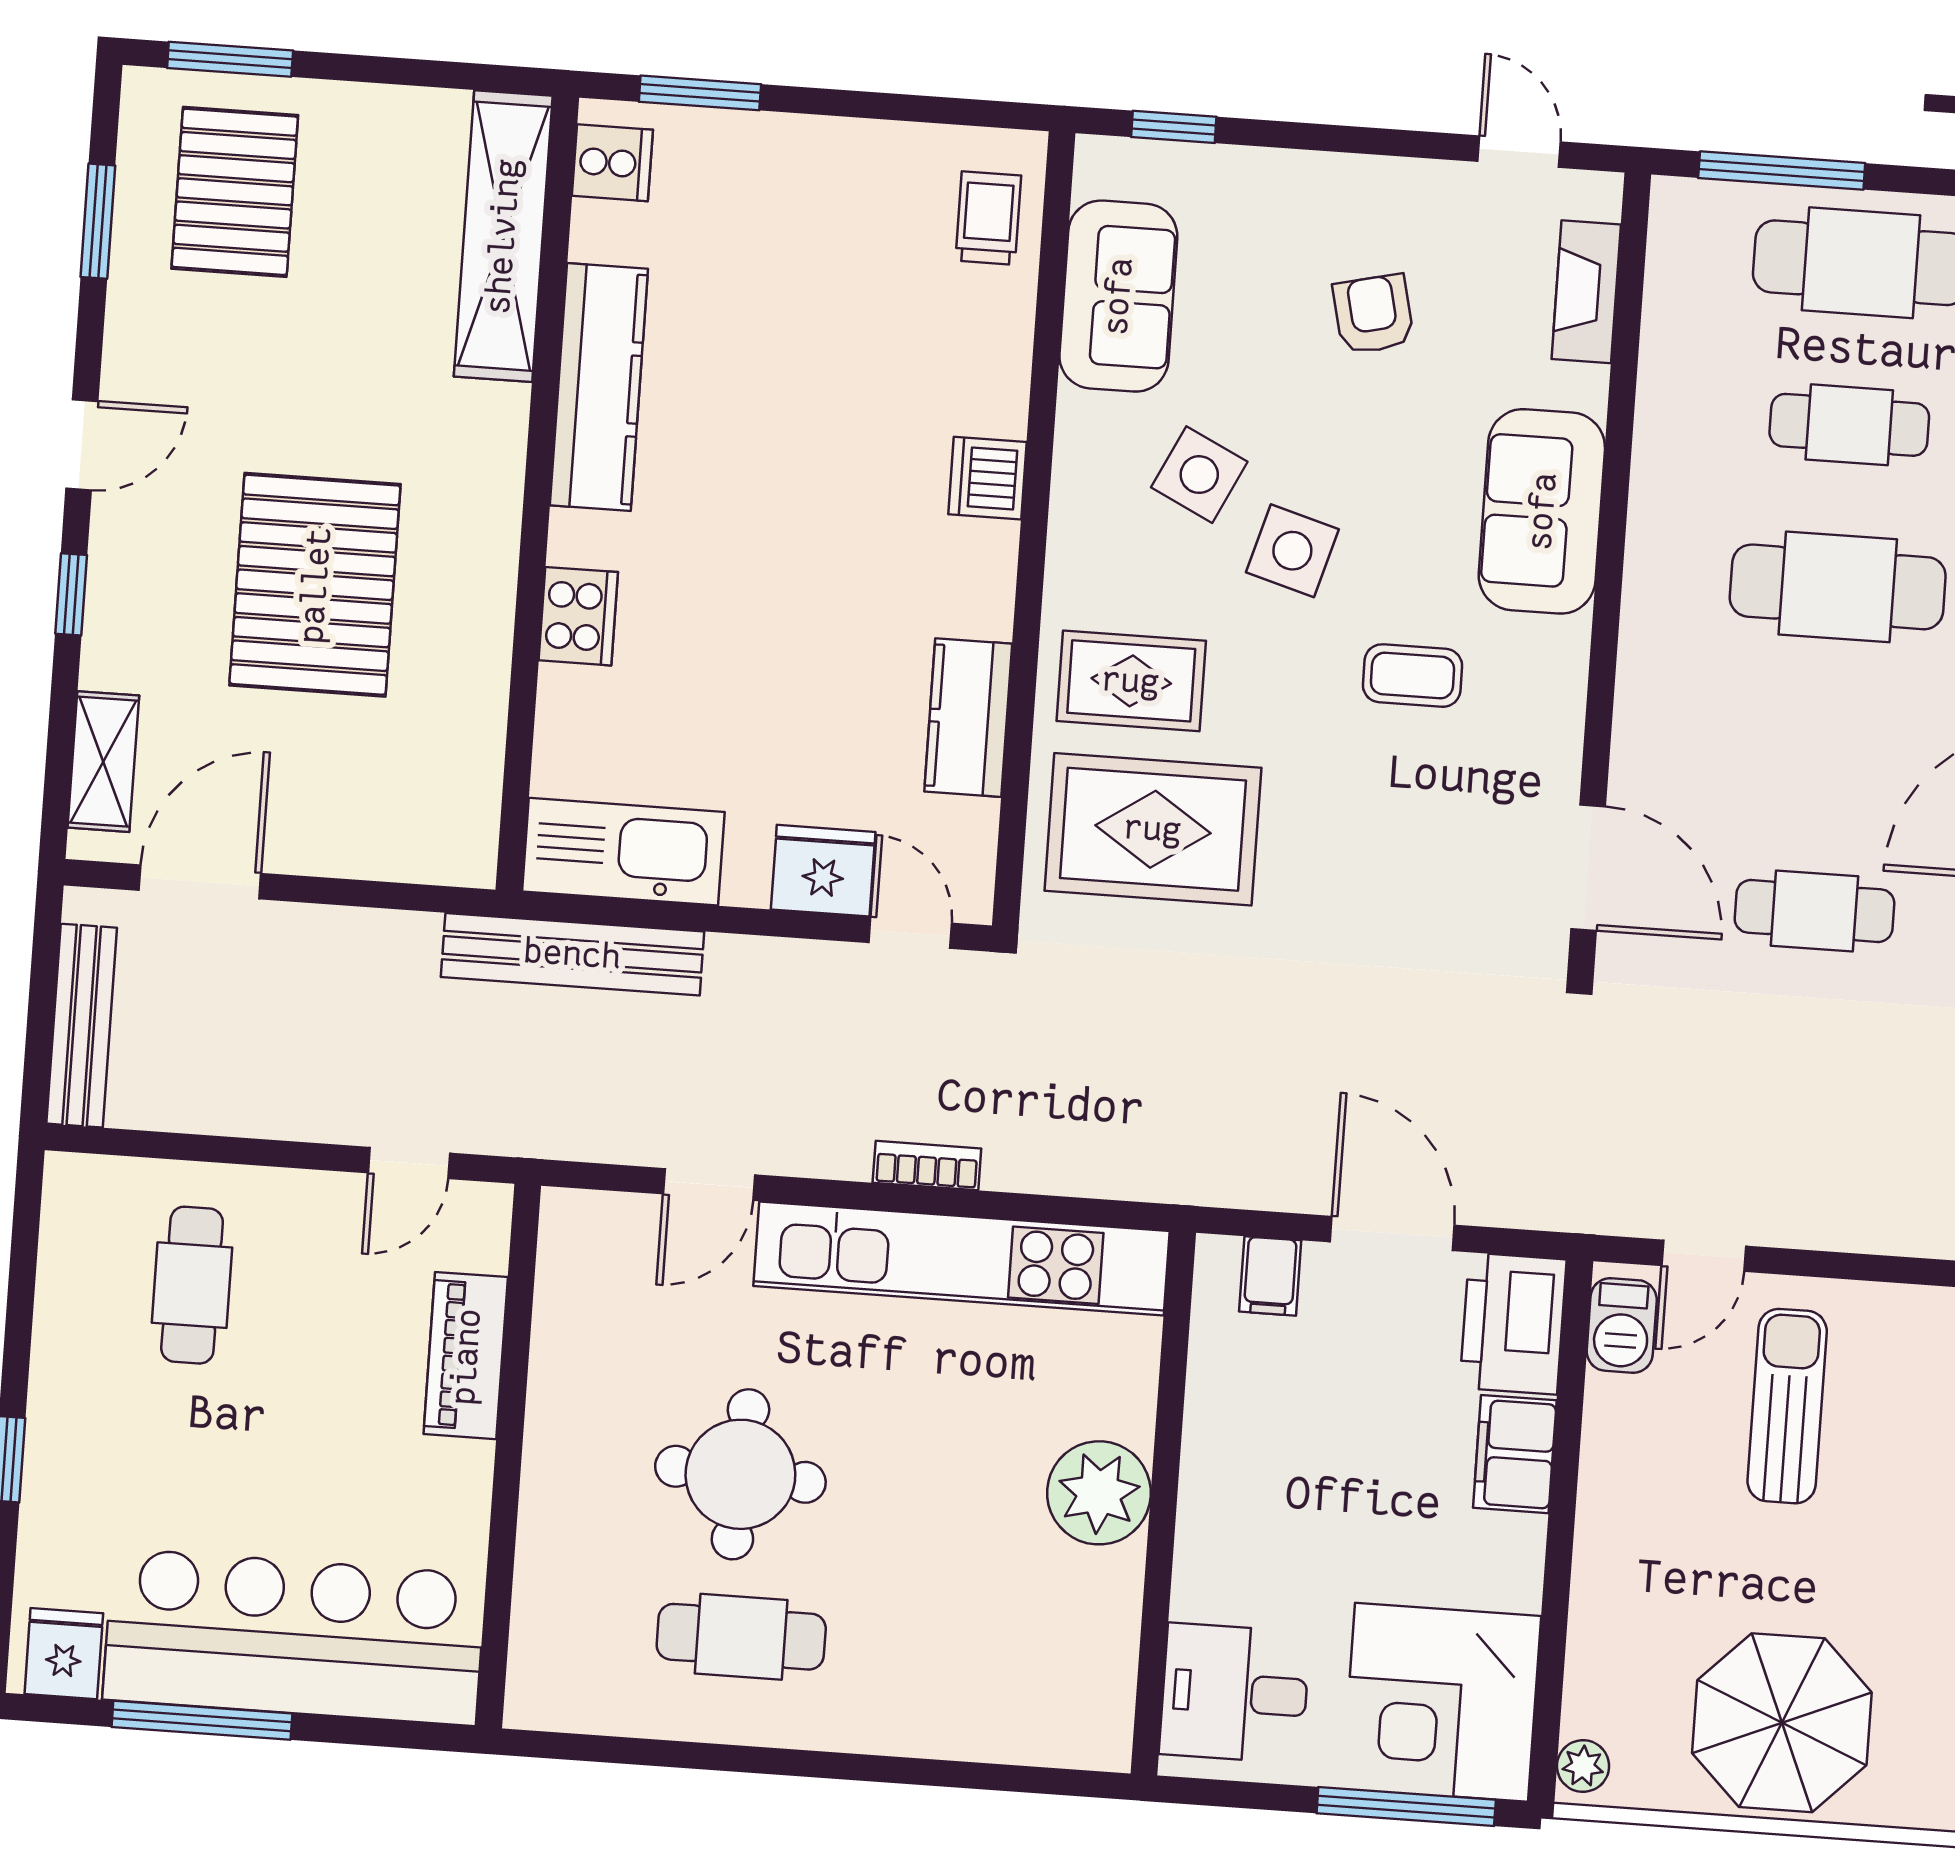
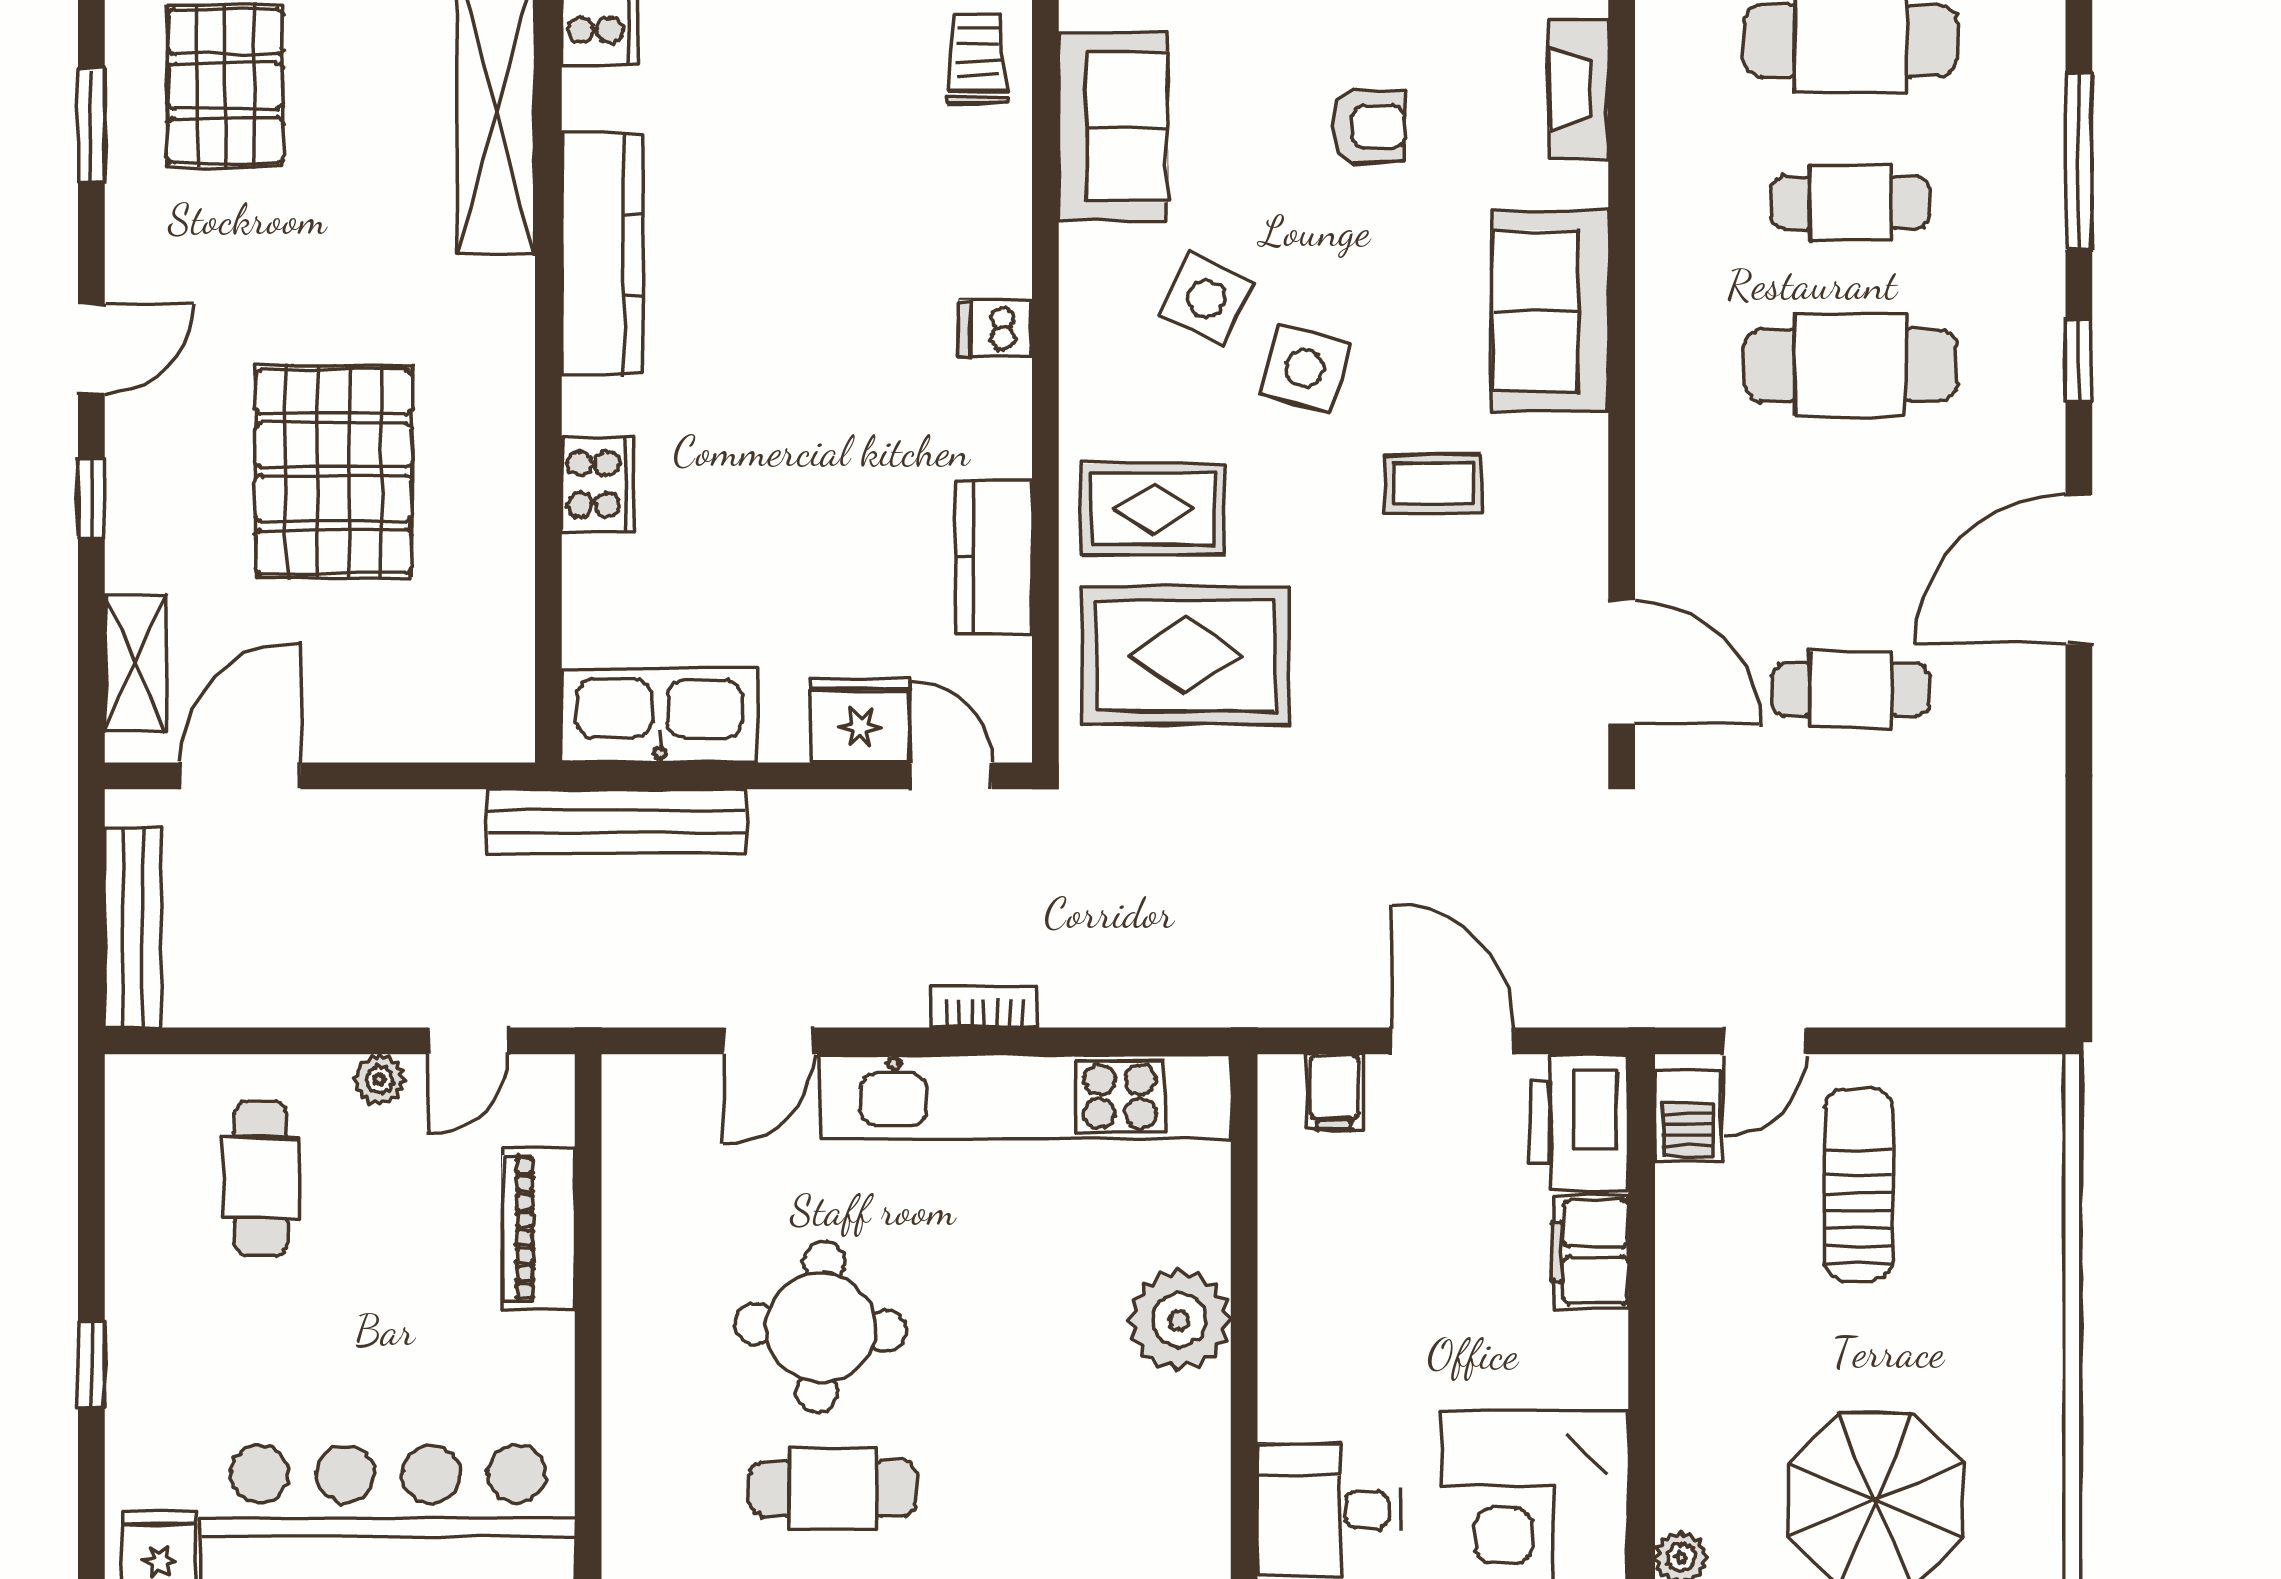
armchair: (1373, 314) -> (1368, 127), turned 103
dishwasher: (988, 478) -> (996, 328), width x0.73
plant: (318, 1195) -> (380, 1079), added

